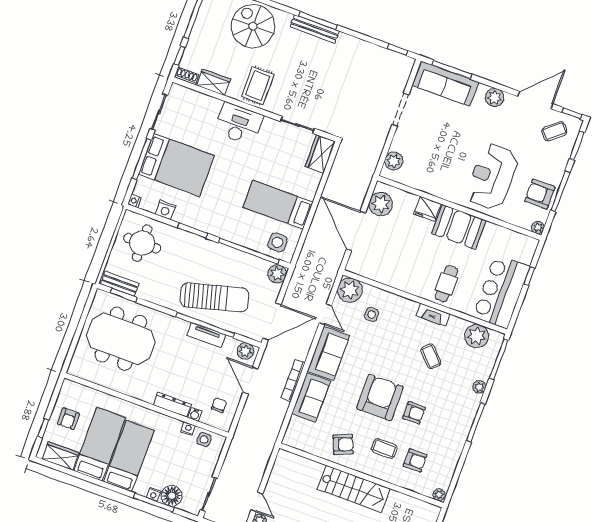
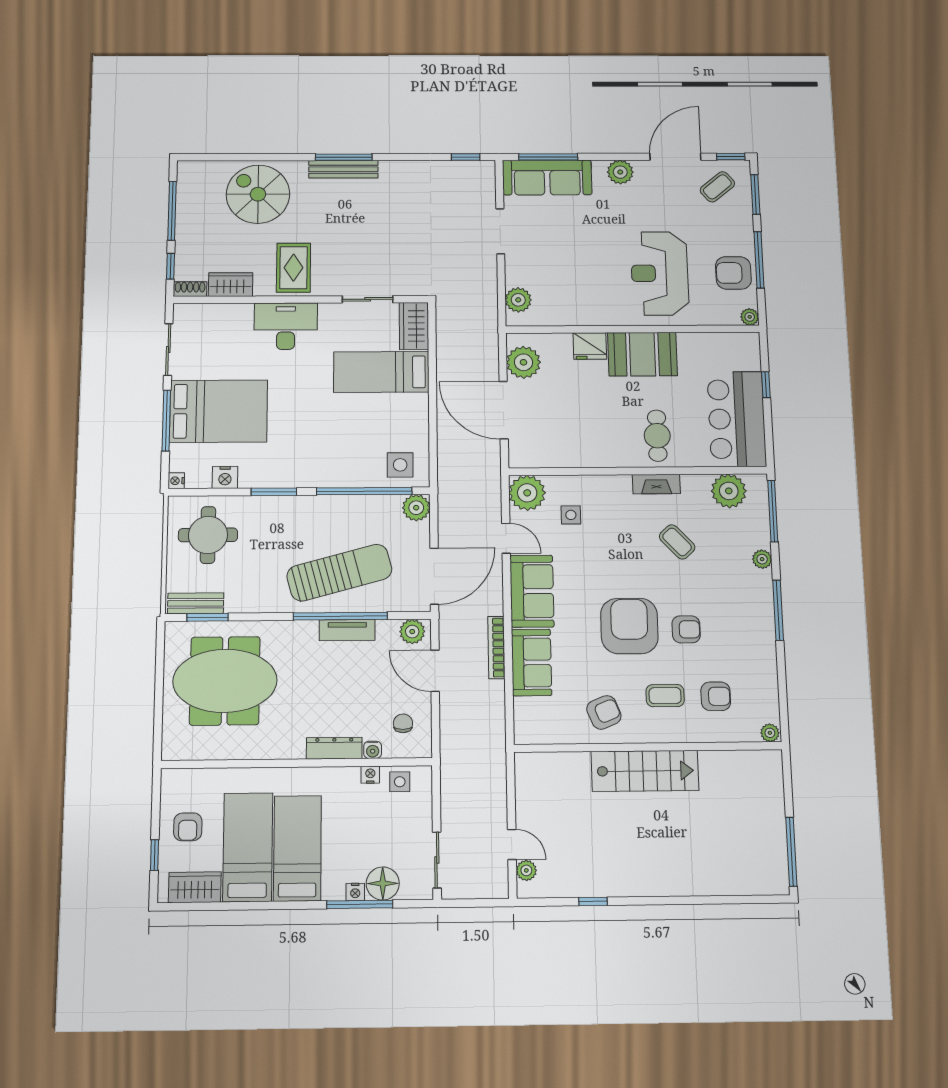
bed: (278, 205) -> (381, 372), moved

